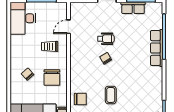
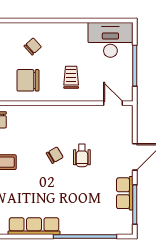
door: (68, 27) -> (113, 103), moved
row of seats: (157, 48) -> (34, 226), moved

